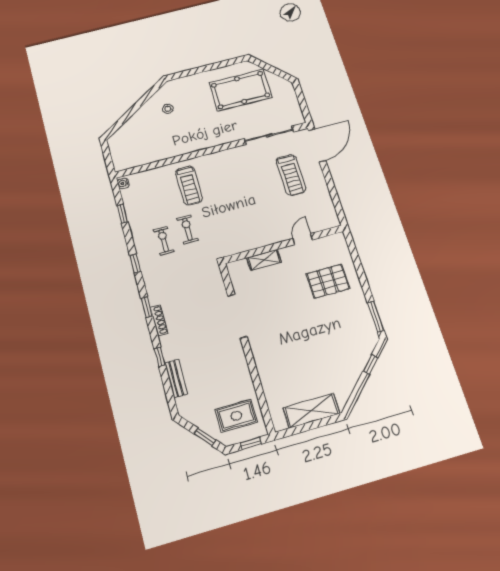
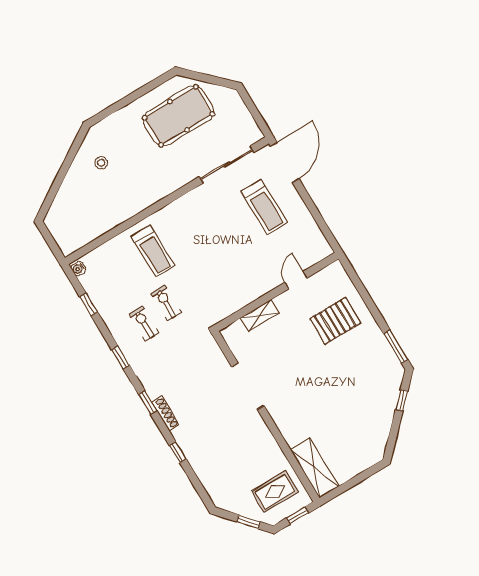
bench: (176, 379) -> (202, 470), removed
shelving: (311, 411) -> (314, 468), moved, turned 90

